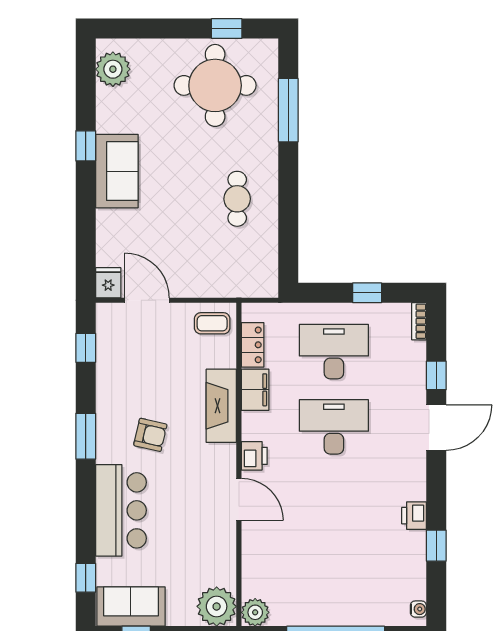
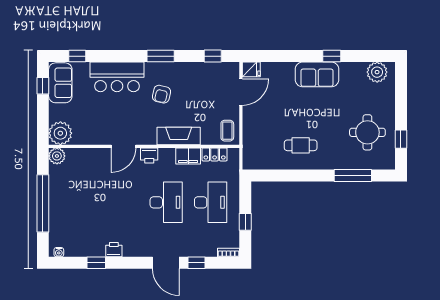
round table: (215, 85) -> (367, 132), width x0.73, depth x0.73

